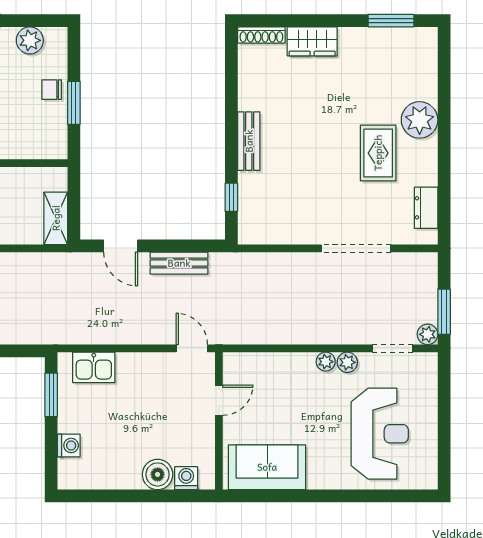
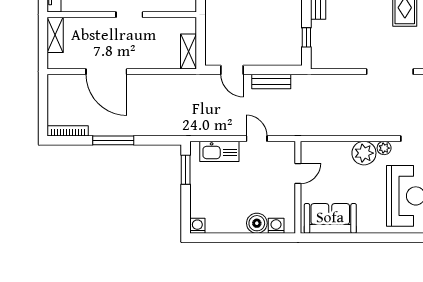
door: (192, 348) -> (257, 139), moved
plant: (326, 362) -> (364, 153), width x1.88, depth x1.88
kitchen sink: (94, 367) -> (219, 151), width x1.38
washing machine: (69, 445) -> (197, 226), moved, turned -90

